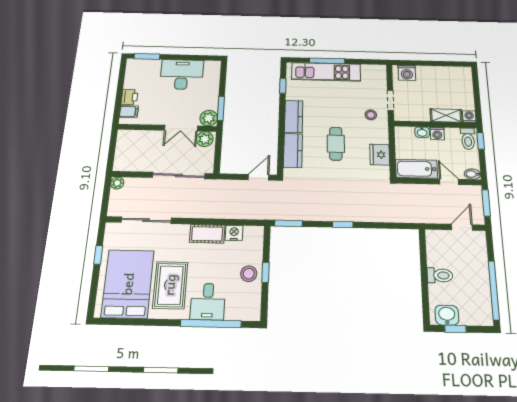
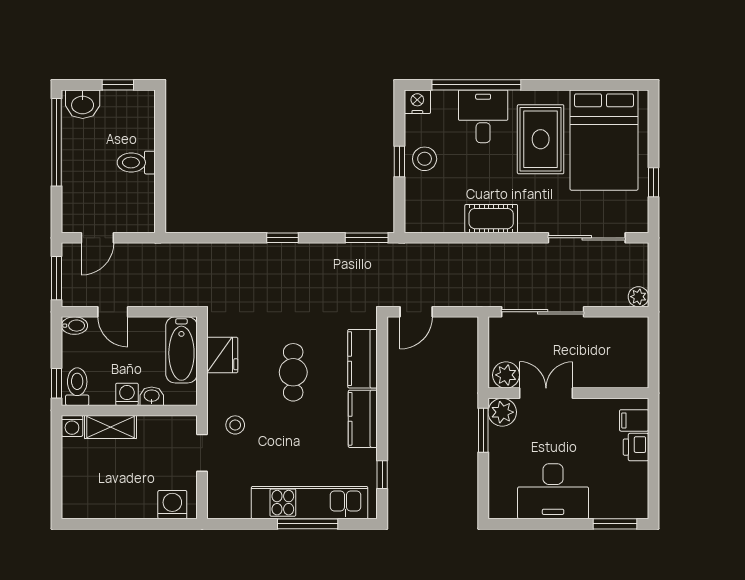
bathtub: (416, 169) -> (181, 350), moved, turned 90
nightstand: (234, 233) -> (417, 102), moved, turned 180
washbasin: (447, 315) -> (83, 104), moved

